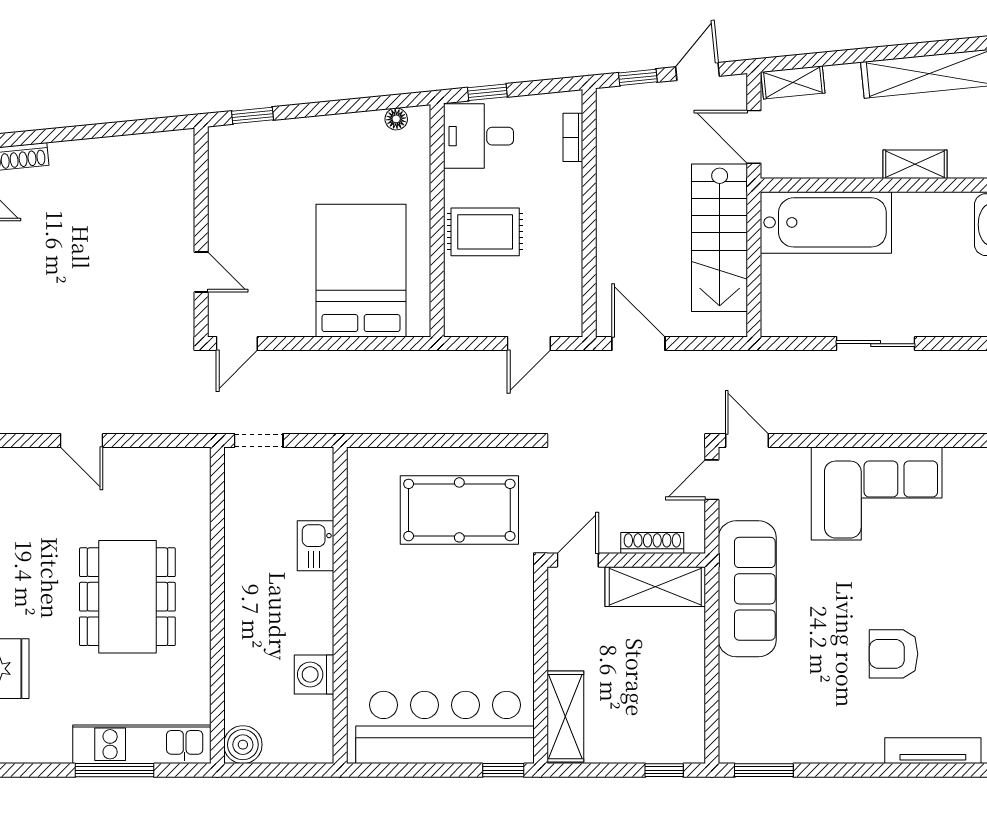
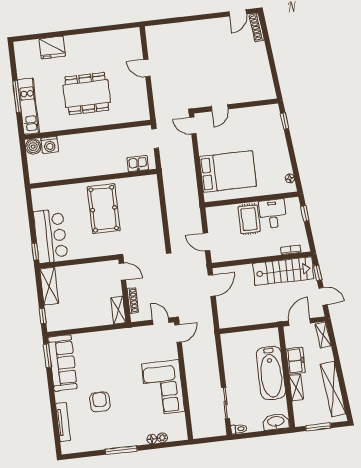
desk: (479, 136) -> (273, 214), moved
freezer: (849, 158) -> (296, 361), added
bathtub: (826, 222) -> (271, 373), moved
stairs: (720, 238) -> (283, 271), moved, turned 180
sliding door: (876, 344) -> (225, 403), moved
door: (82, 440) -> (147, 68), hinge flipped
pool table: (459, 510) -> (104, 209), moved
kitchen sink: (315, 546) -> (138, 164), moved
shelving: (655, 587) -> (118, 310), width x0.67, depth x0.75
sofa: (747, 589) -> (63, 363), moved, turned -90
washing machine: (314, 674) -> (50, 145), moved, turned 180
shelving: (565, 717) -> (49, 286), moved, turned 90
bar counter: (445, 727) -> (51, 236), width x0.73

